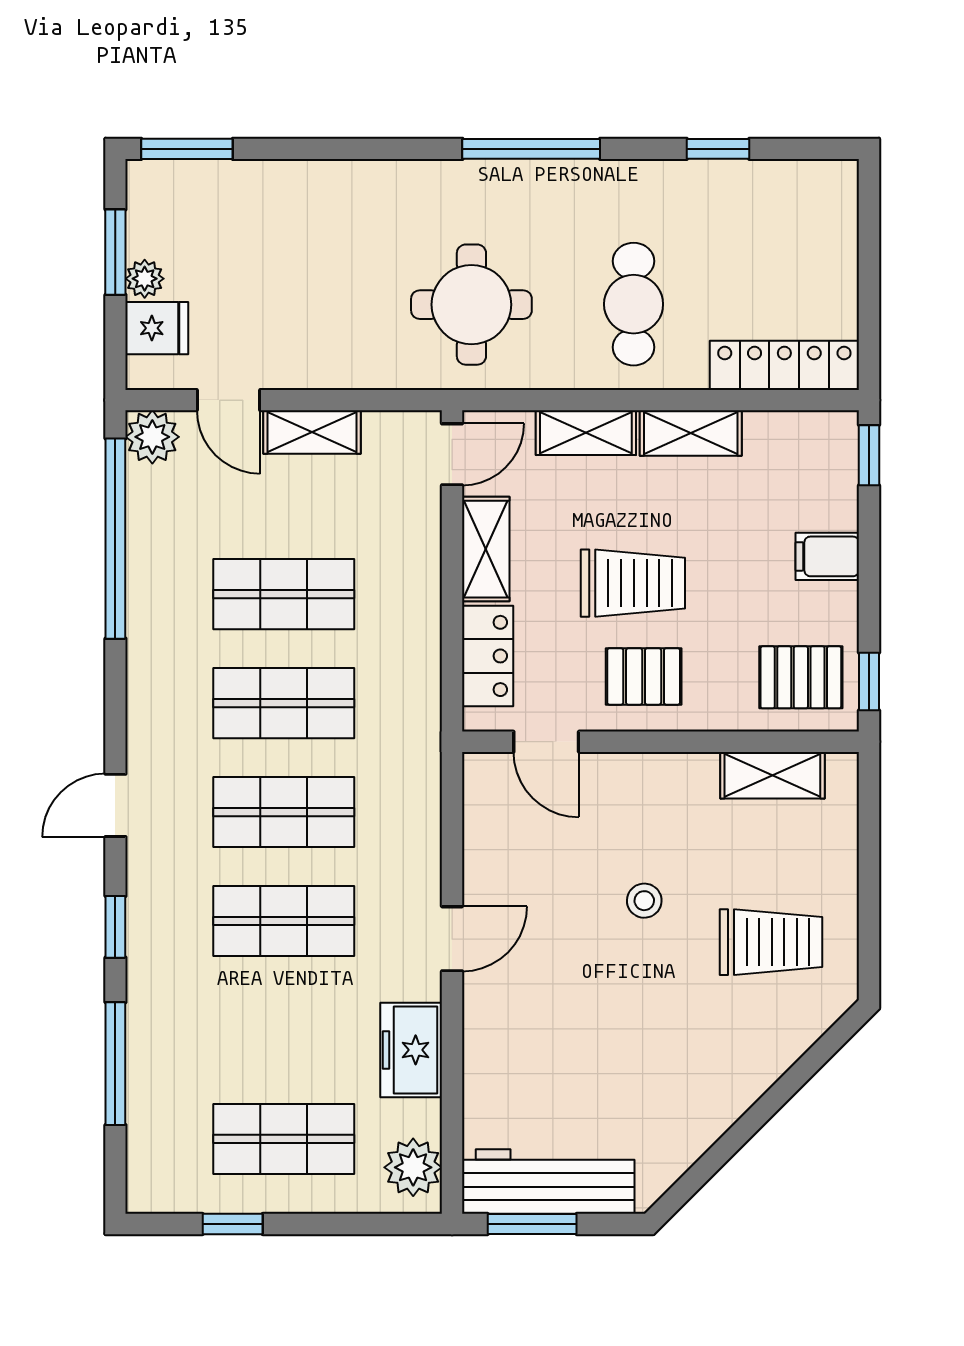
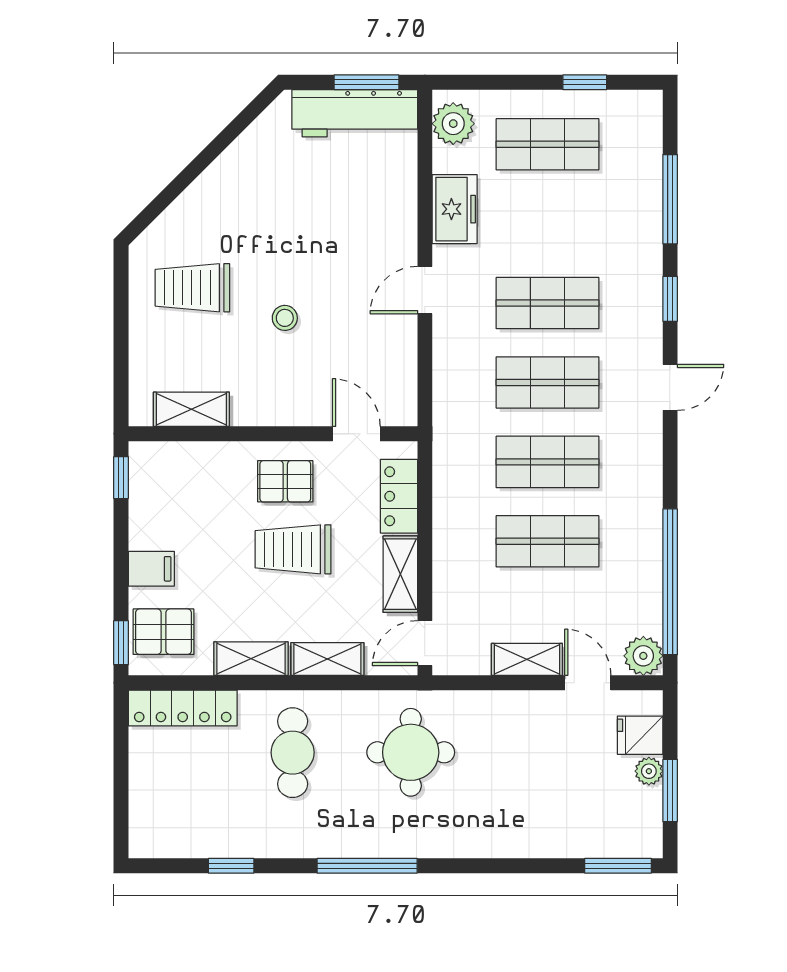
pallet: (801, 677) -> (164, 632), moved

